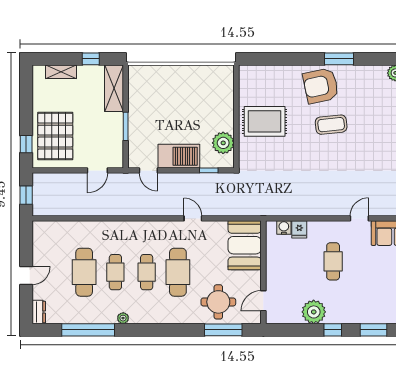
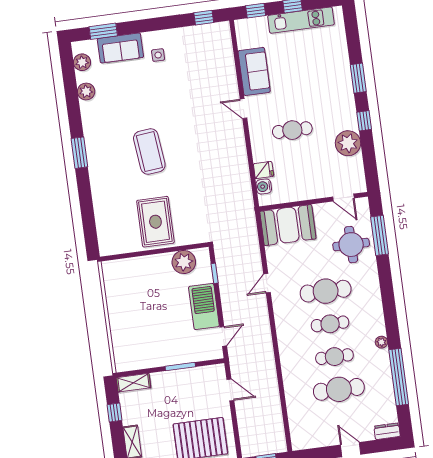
armchair: (321, 86) -> (110, 168), removed
shelving: (114, 88) -> (133, 383), width x0.67, depth x0.75
coffee table: (331, 125) -> (149, 152), width x1.36, depth x1.32

